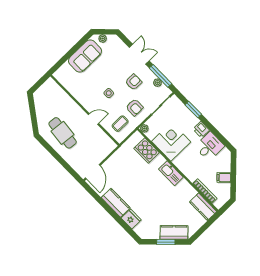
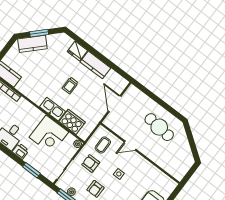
door: (93, 172) -> (115, 104), moved
kitchen sink: (171, 173) -> (53, 109), moved
trolley: (143, 186) -> (70, 86), added

